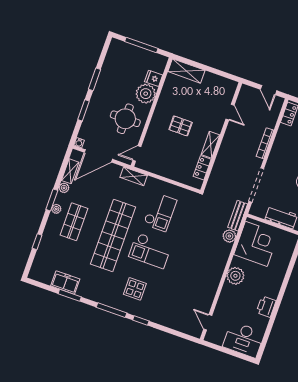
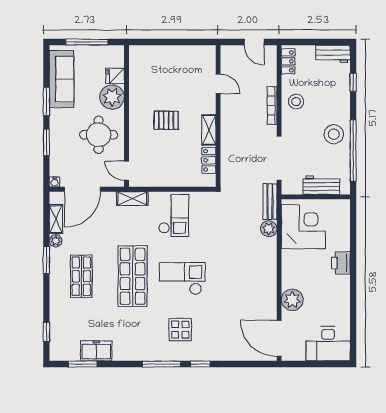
sofa: (112, 66) -> (62, 79), added
shelving: (186, 71) -> (150, 54), removed
stool: (284, 147) -> (296, 102), added
door: (137, 154) -> (126, 171), hinge flipped
plant: (56, 209) -> (55, 269), removed
checkout: (160, 212) -> (174, 216), moved
shop shelf: (113, 236) -> (133, 276), width x0.71
window: (37, 242) -> (46, 332), moved
checkout: (150, 251) -> (182, 279), turned 180
plant: (235, 276) -> (292, 300), moved
window: (70, 295) -> (83, 364), moved
printer: (266, 307) -> (341, 263), moved
door: (208, 322) -> (279, 338), width x1.88

